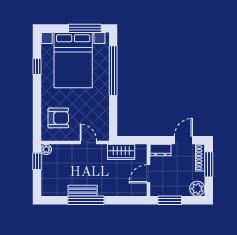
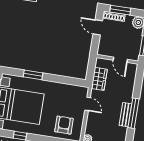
window: (113, 71) -> (33, 75), width x0.47
door: (88, 143) -> (88, 104), swing flipped
dresser: (160, 150) -> (103, 47), removed

